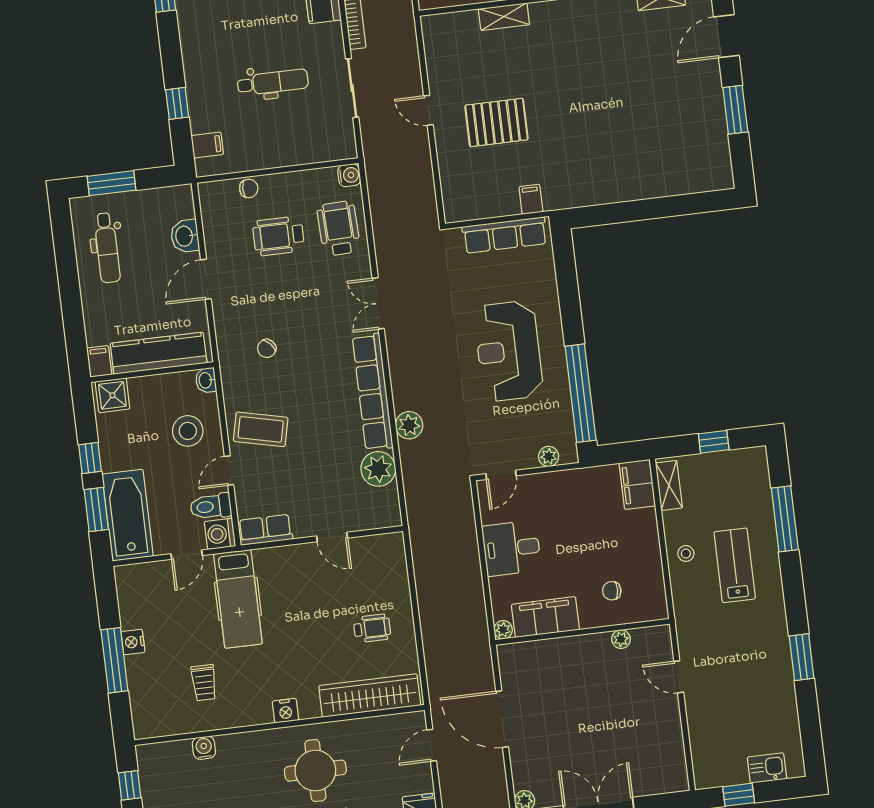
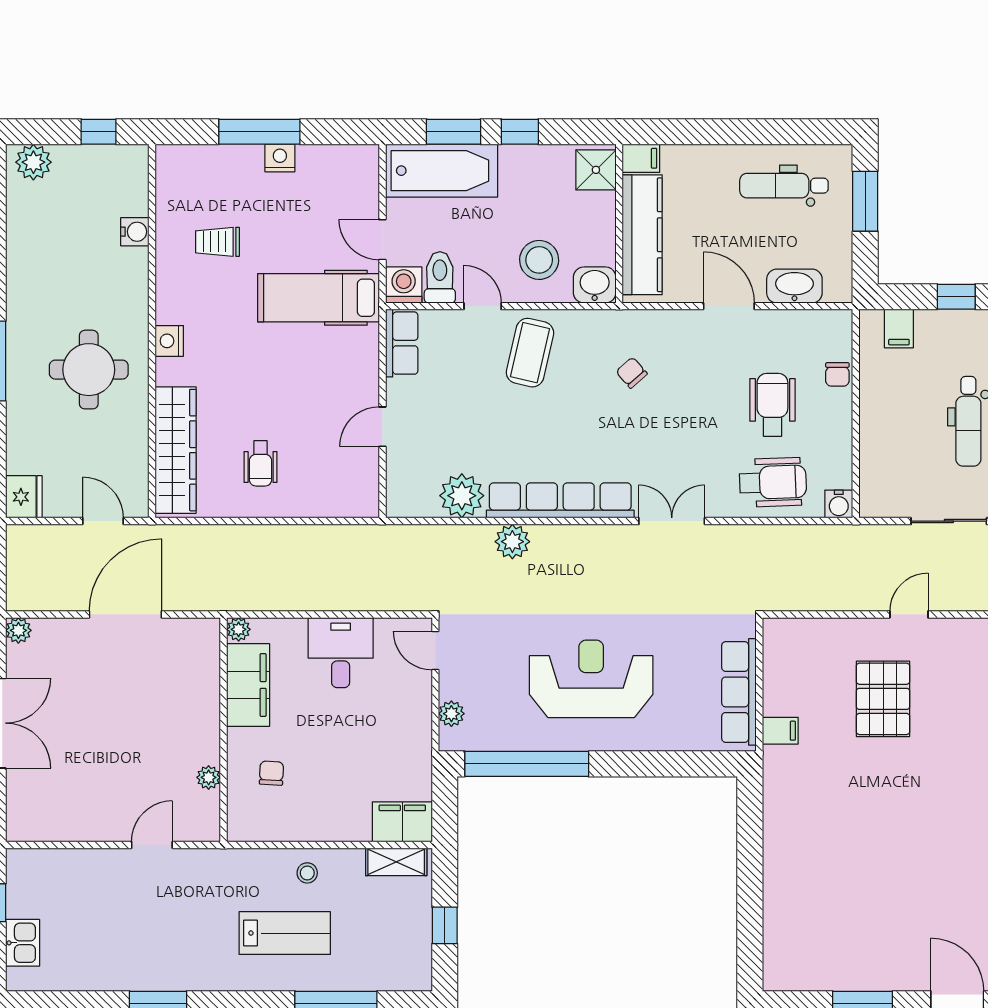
washbasin: (185, 236) -> (794, 286), width x1.38
washbasin: (206, 380) -> (595, 285), width x1.38, depth x1.45

